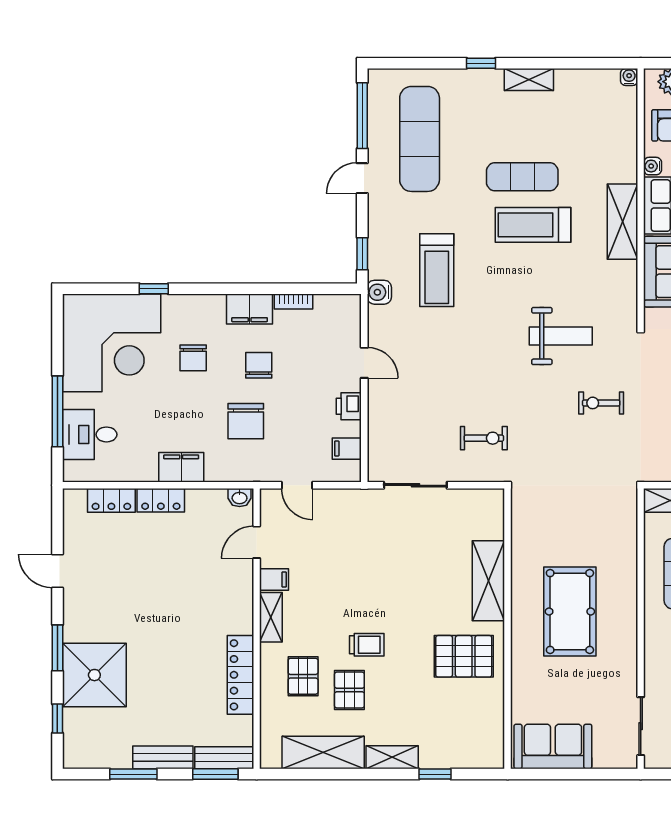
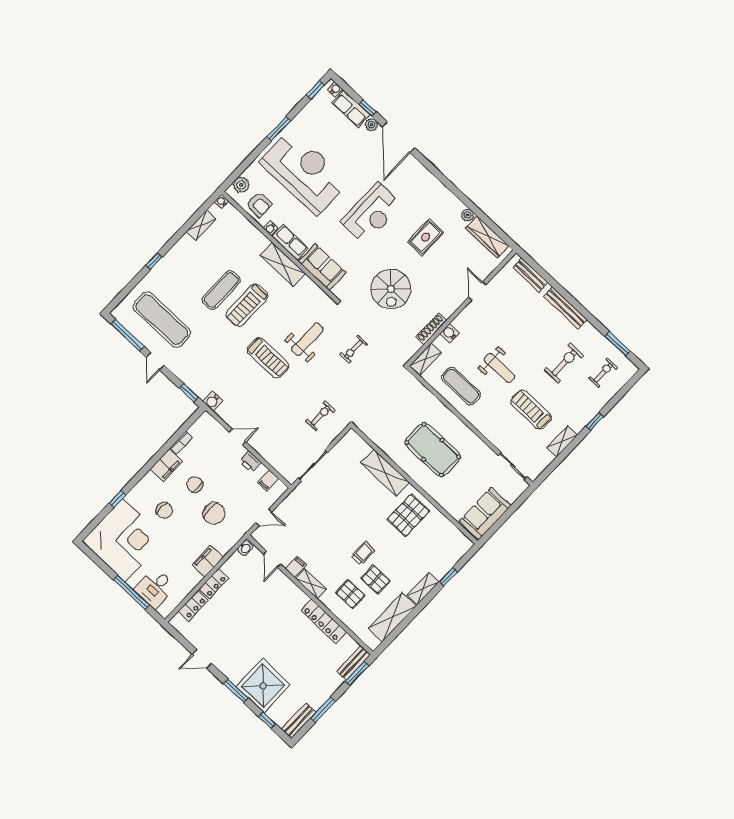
shelving: (529, 80) -> (201, 225), moved
treadmill: (437, 270) -> (268, 358), moved
bench: (163, 757) -> (299, 721), moved

